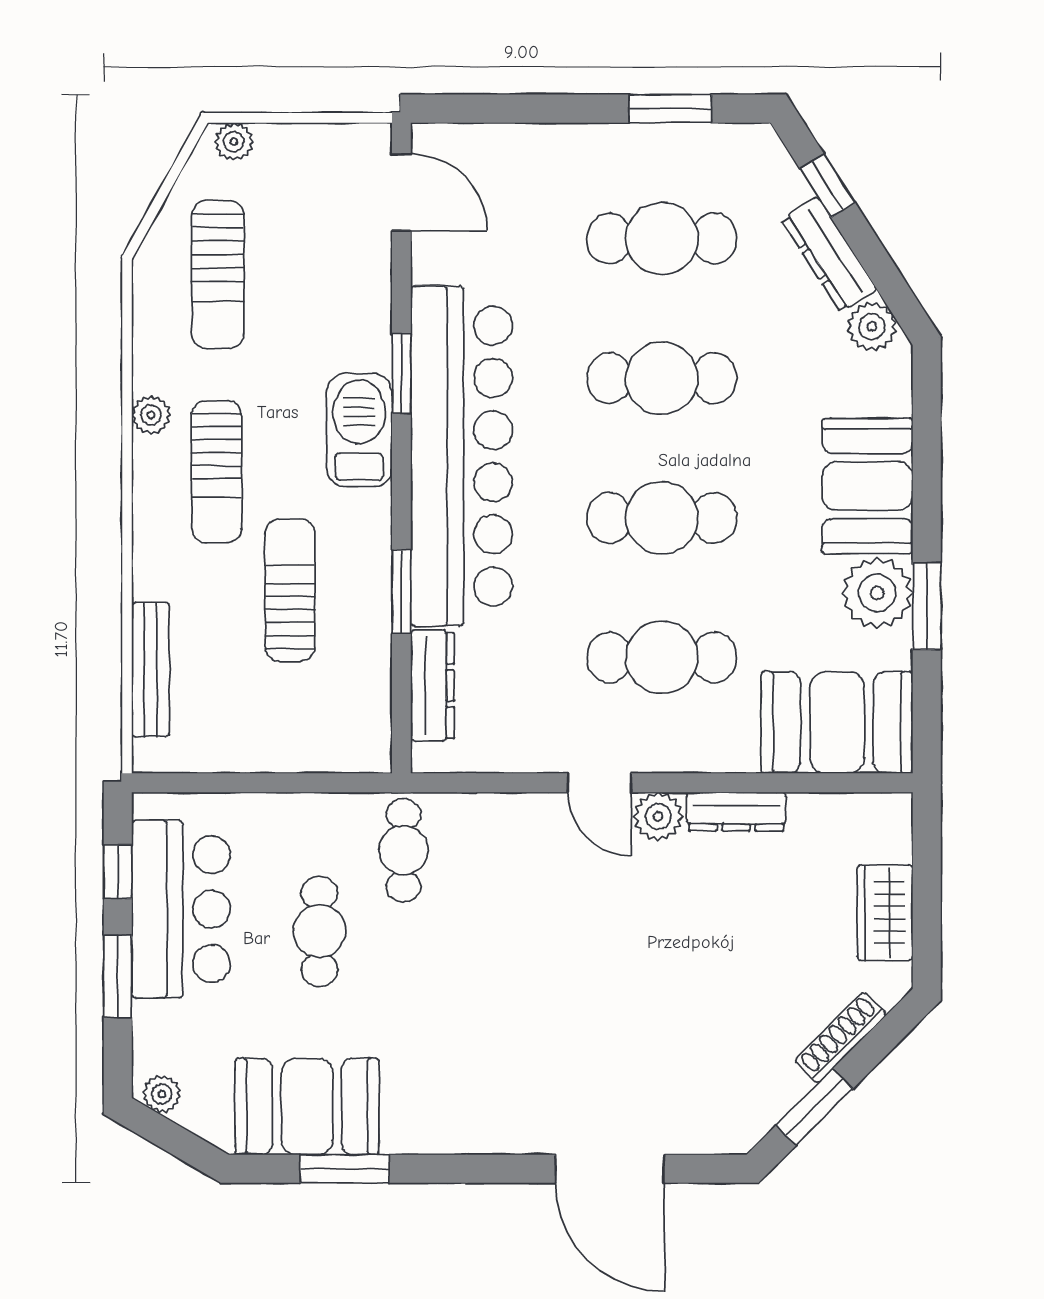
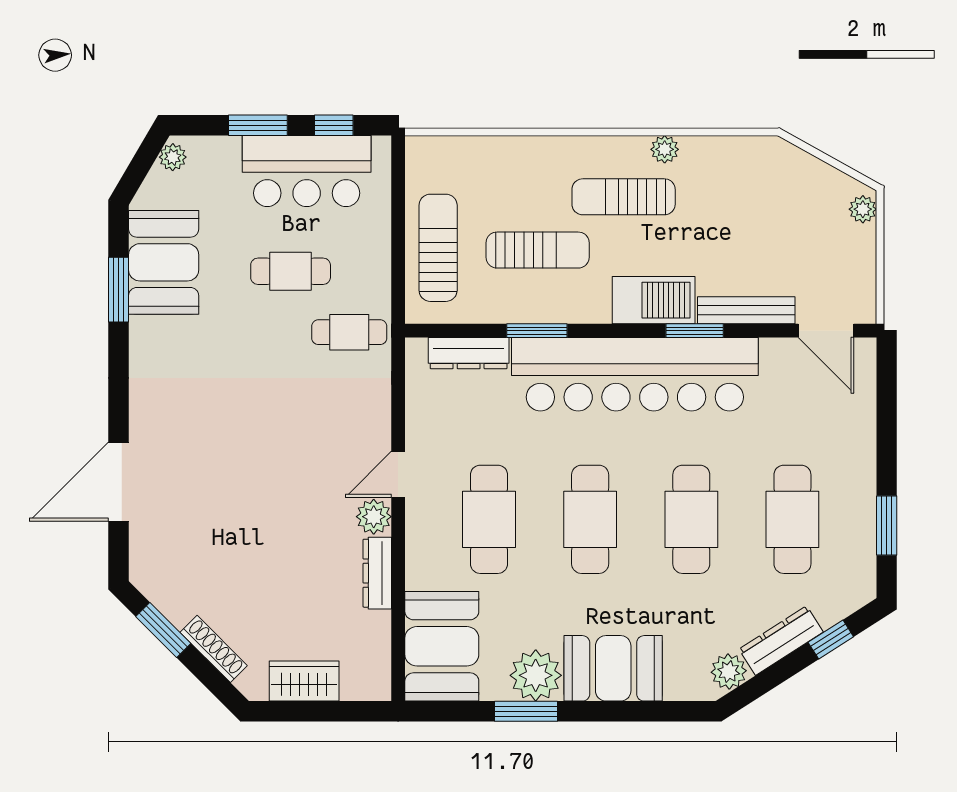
door: (401, 192) -> (826, 331), hinge flipped
sun lounger: (218, 274) -> (438, 248), moved, turned 90
bench: (150, 670) -> (746, 310), moved

